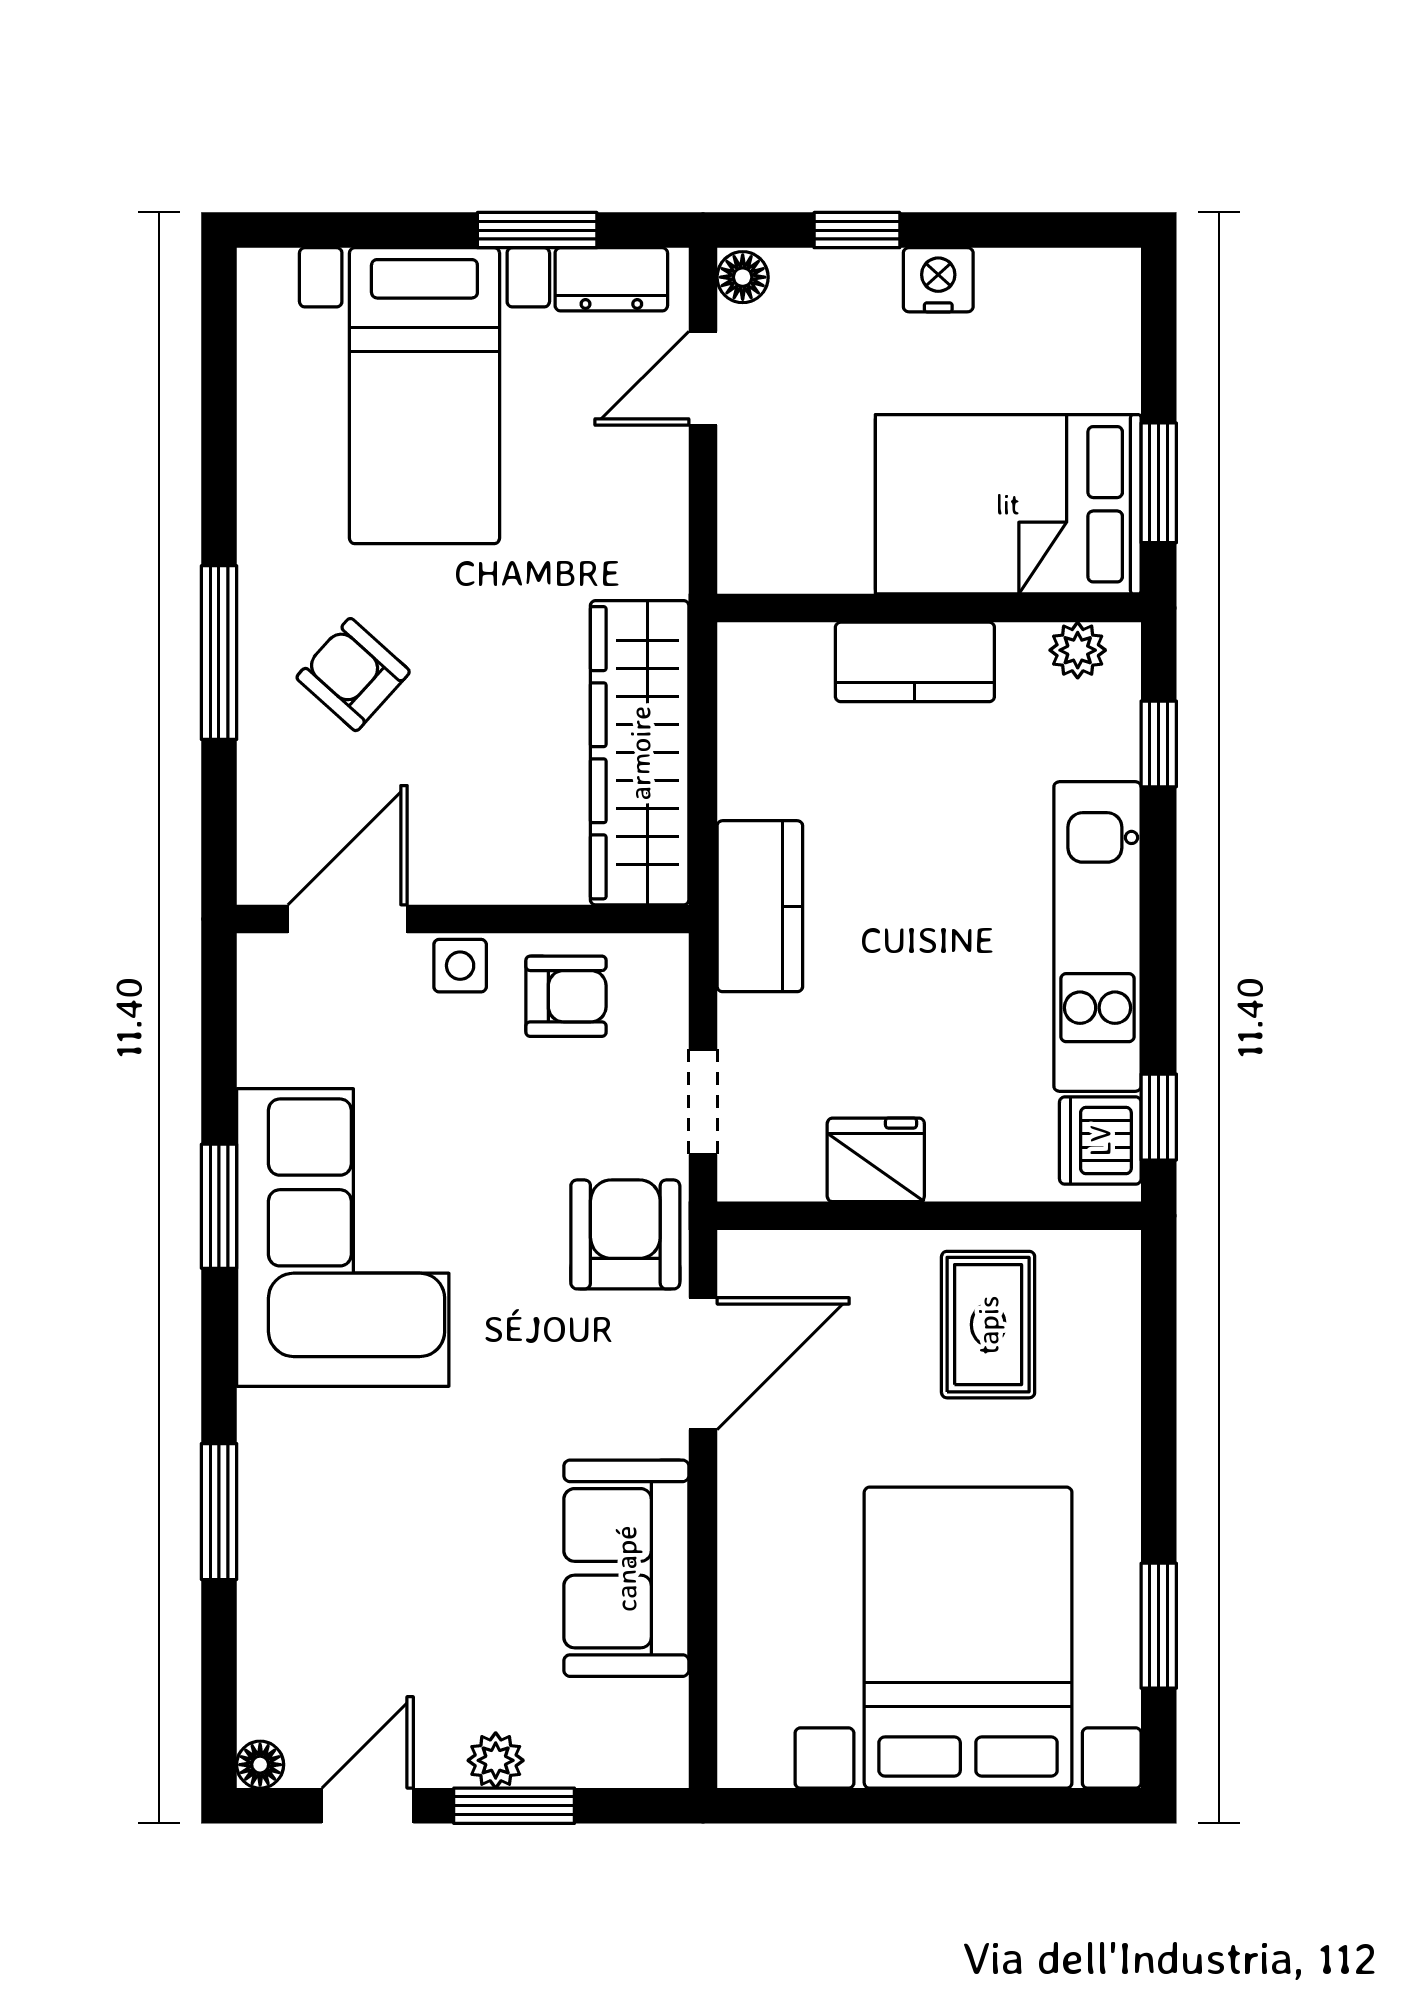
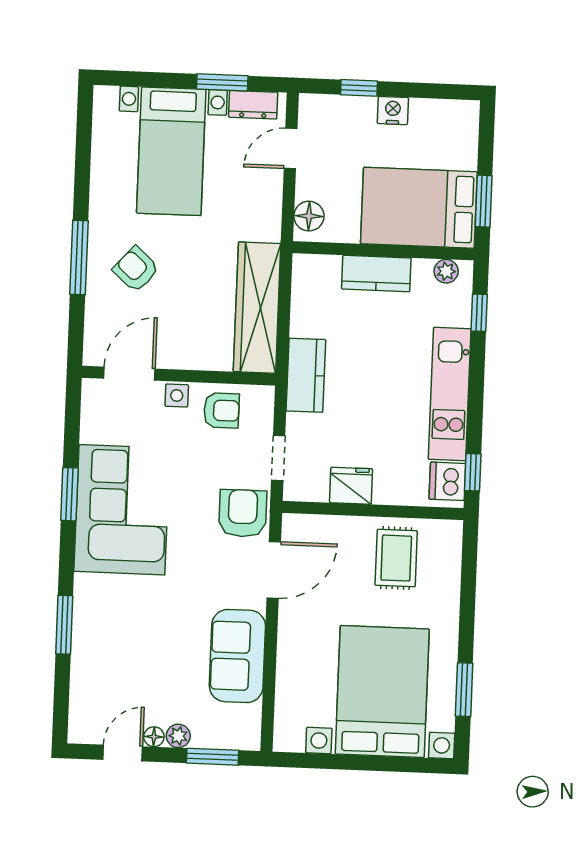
floor lamp: (743, 277) -> (309, 216), moved, width x1.37, depth x1.37
floor lamp: (260, 1765) -> (154, 737), moved
window: (514, 1806) -> (213, 757), moved

